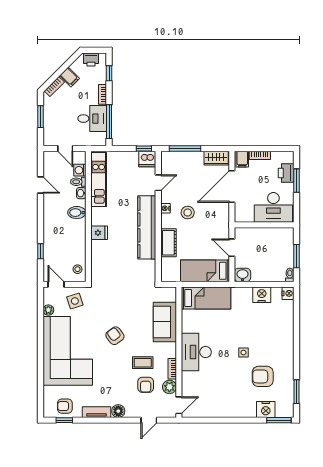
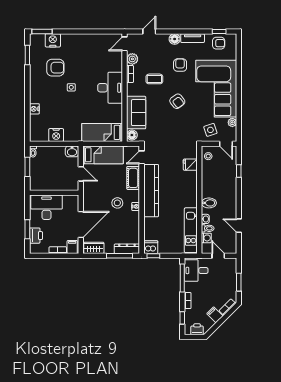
desk: (92, 119) -> (196, 270), moved
dresser: (176, 157) -> (127, 249), added
door: (158, 183) -> (142, 157), moved
fridge: (99, 233) -> (190, 165), moved
nightstand: (288, 293) -> (34, 109), moved
floor lamp: (170, 295) -> (132, 135), added
armchair: (146, 385) -> (180, 65), moved

